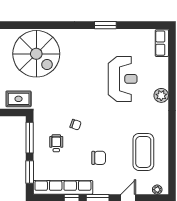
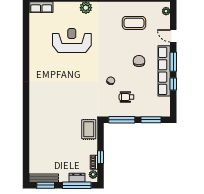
window: (105, 25) -> (26, 55), removed
spiral stairs: (36, 54) -> (50, 114), removed
coffee table: (143, 152) -> (134, 23), width x0.73, depth x0.76
row of seats: (63, 187) -> (164, 71), moved

